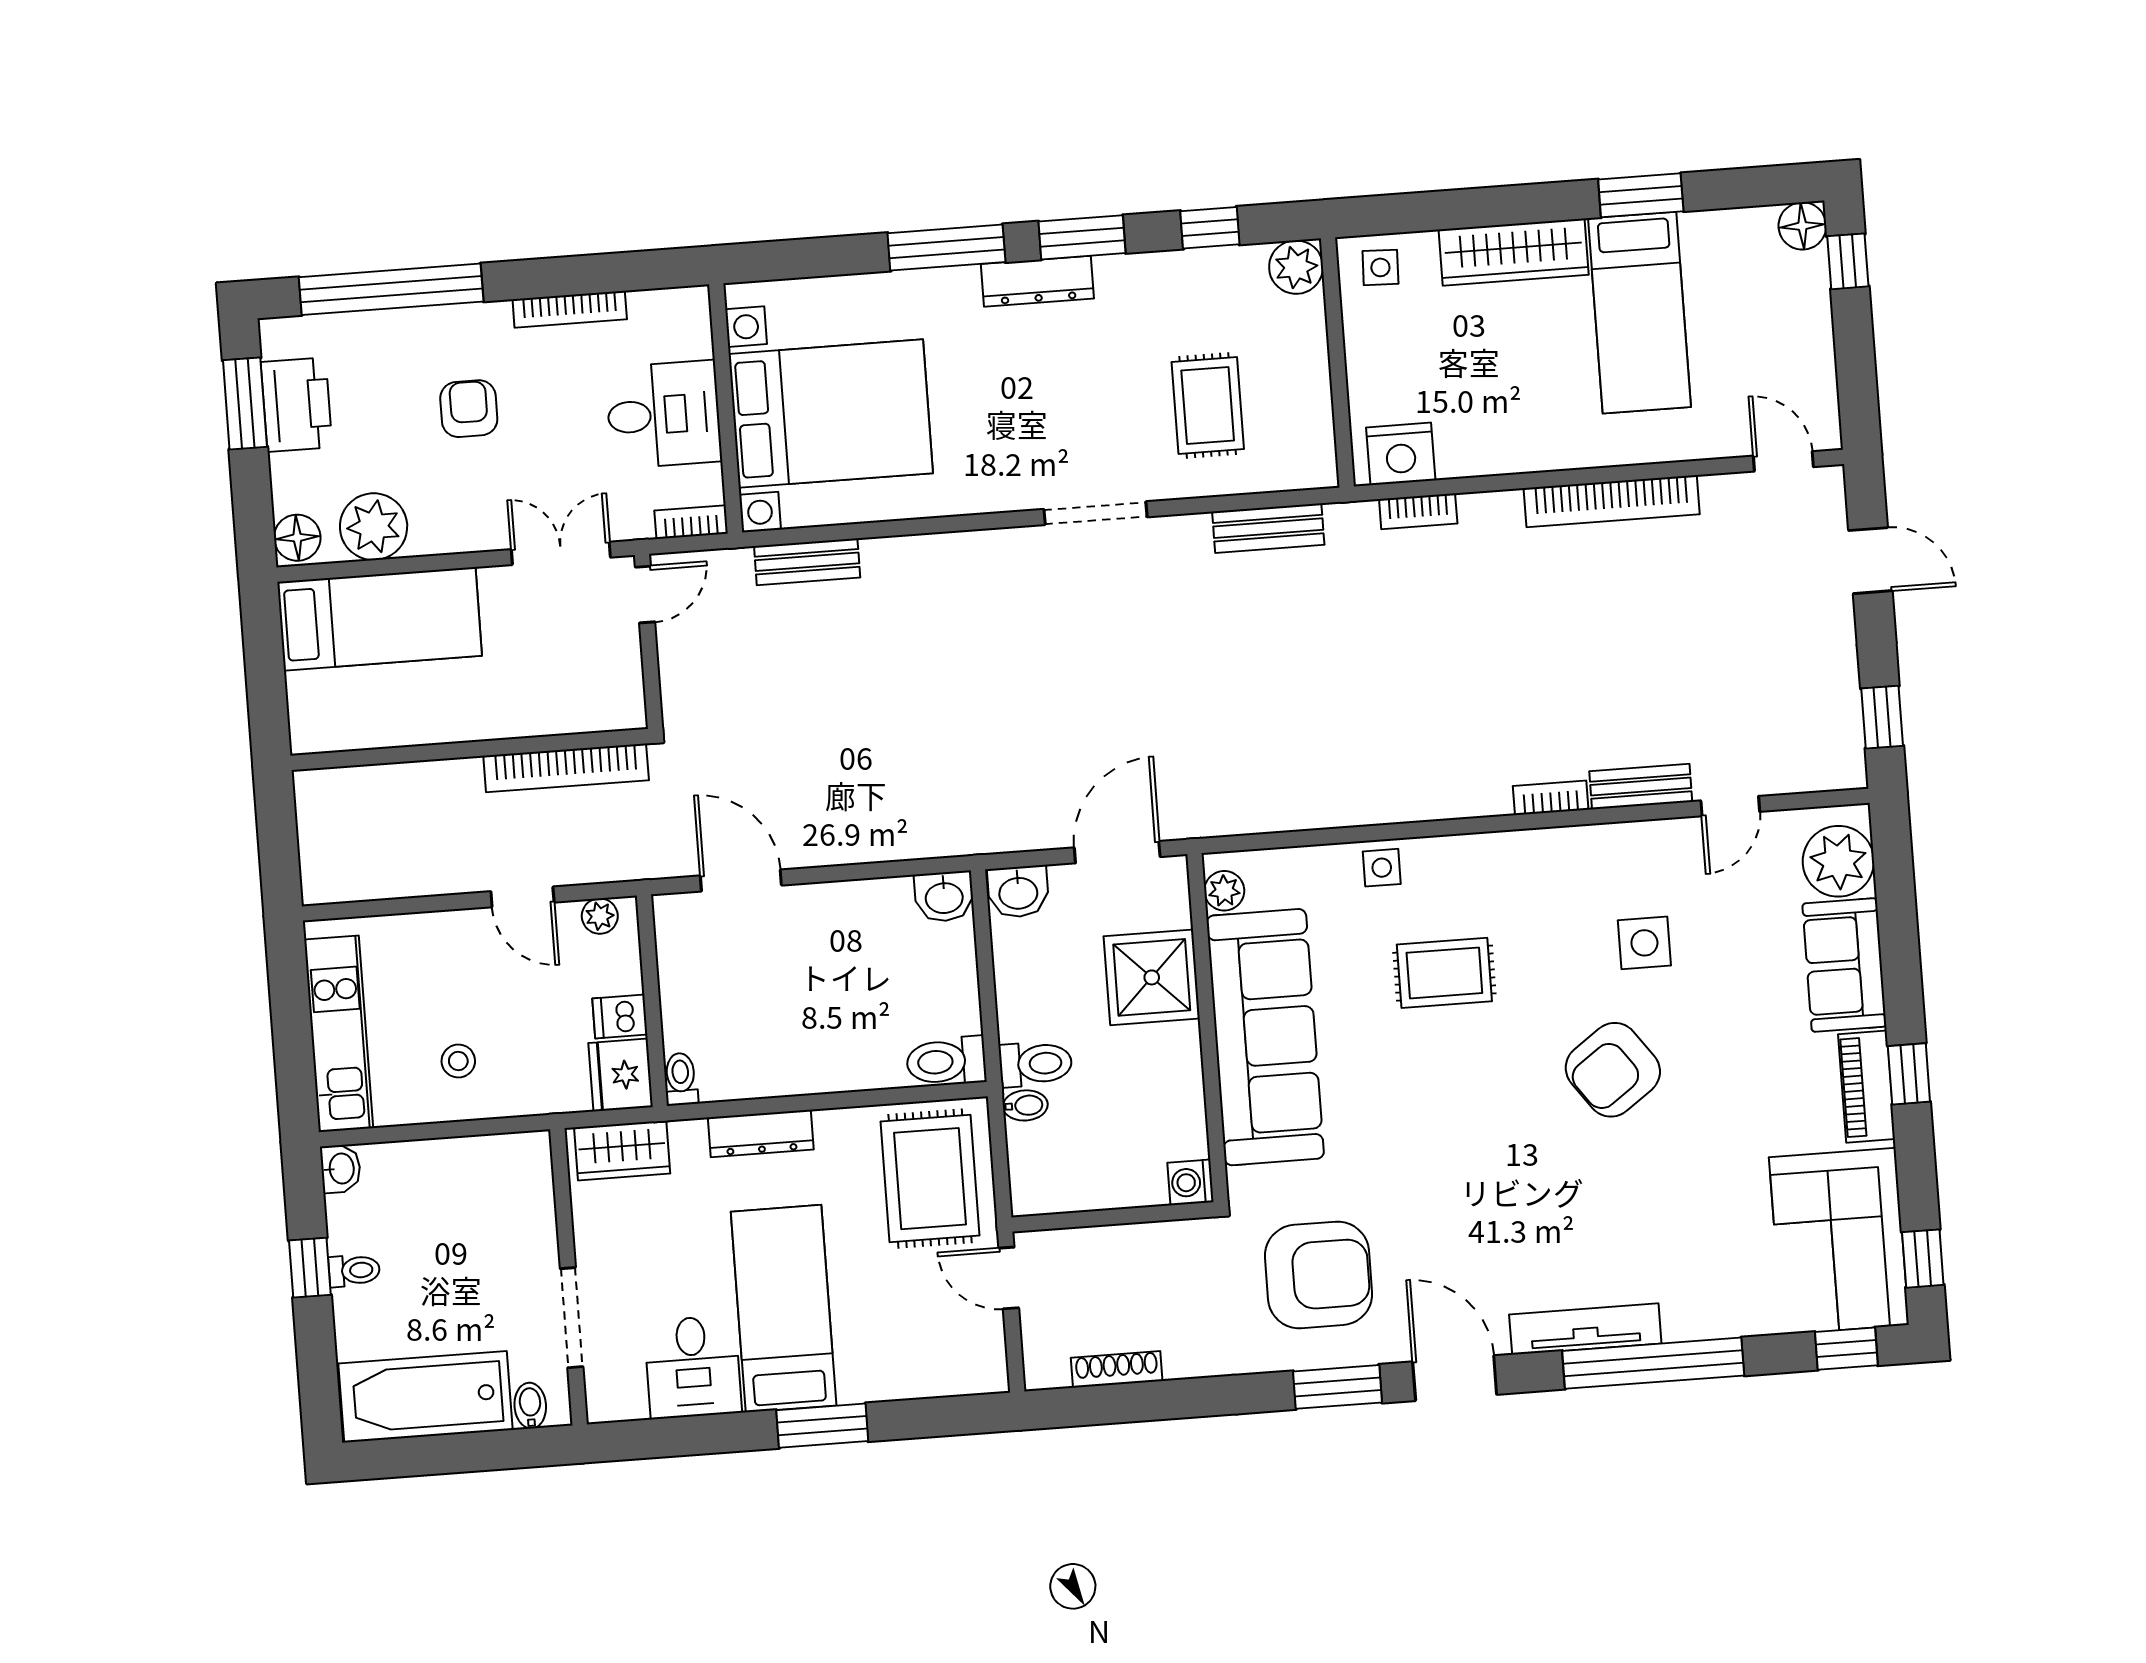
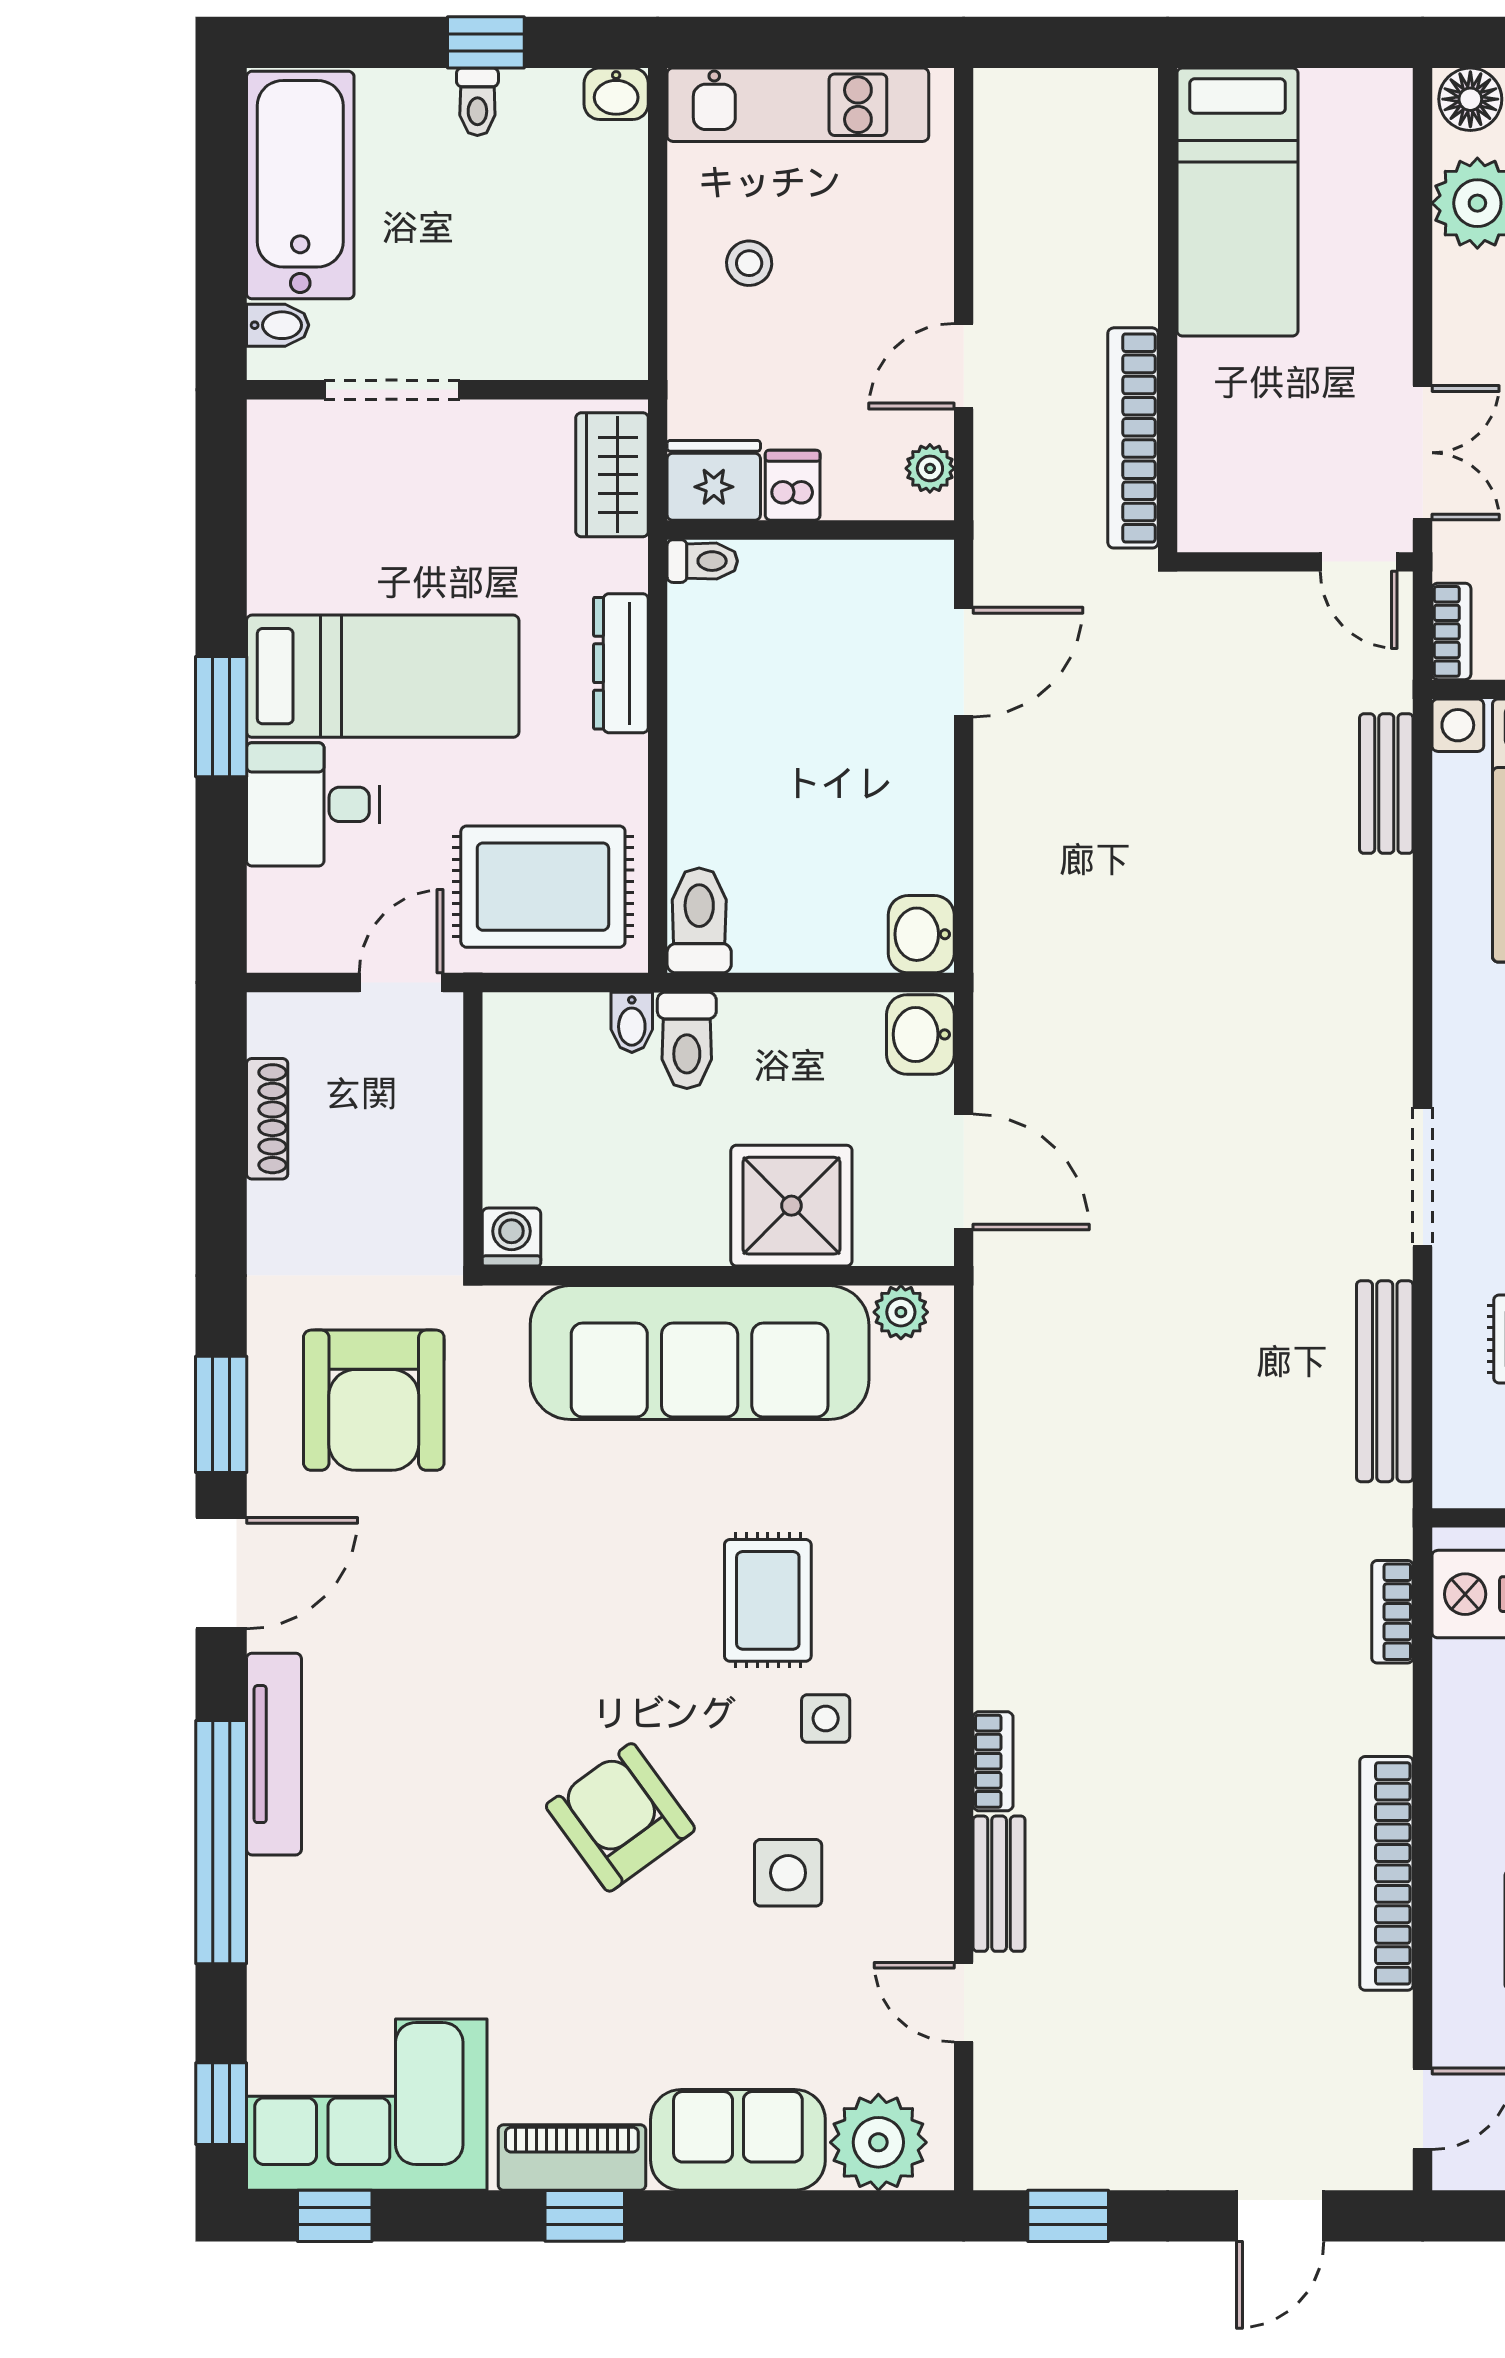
bench: (1268, 528) -> (1385, 1381), width x1.36
bed: (380, 619) -> (1237, 202), moved
side table: (1382, 868) -> (826, 1718), moved
desk: (693, 1367) -> (313, 804), moved

